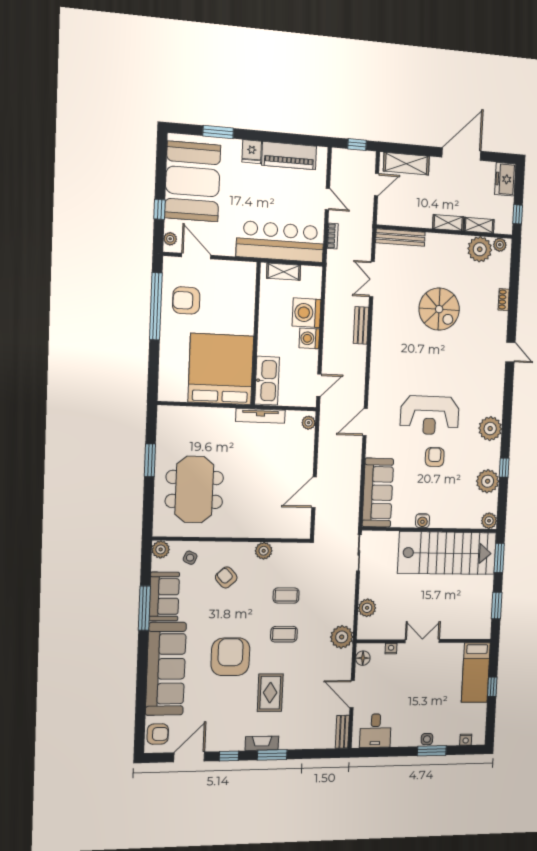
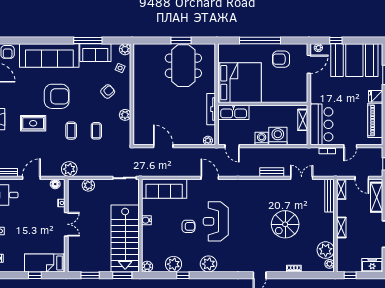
shelving: (479, 225) -> (341, 189), moved
bar counter: (280, 242) -> (321, 124), width x0.73
armchair: (186, 300) -> (281, 59), turned -90
window: (156, 306) -> (260, 40), moved
meeting table: (194, 489) -> (183, 66), moved, turned 90

